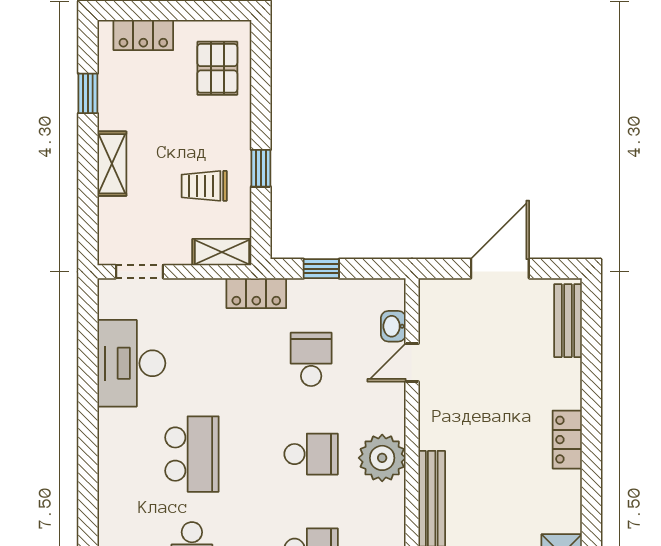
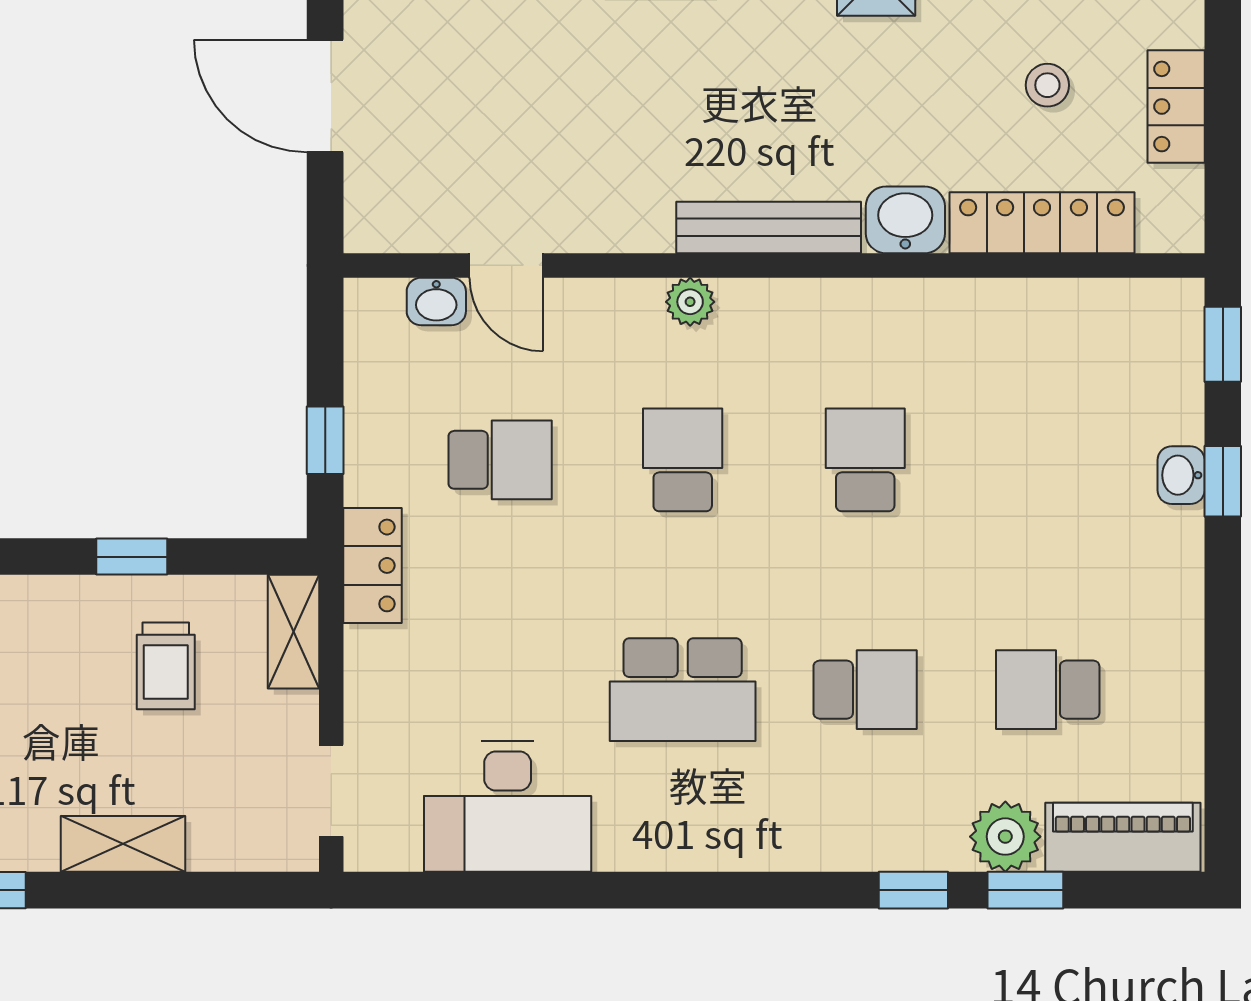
school desk: (311, 359) -> (500, 460), turned 180
school desk: (192, 454) -> (683, 690), turned 180
plant: (382, 458) -> (690, 302), width x0.53, depth x0.53

